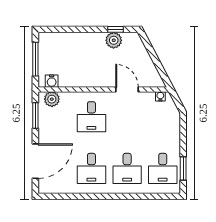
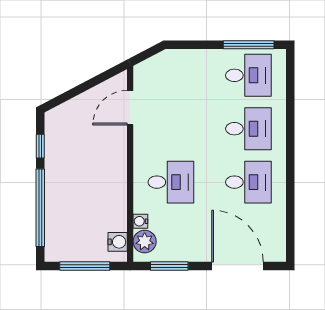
window: (74, 29) -> (40, 208), added
plant: (114, 40) -> (56, 149), removed
door: (127, 89) -> (130, 108), moved
water cooler: (160, 96) -> (140, 221), moved
window: (183, 169) -> (249, 45), width x1.44

